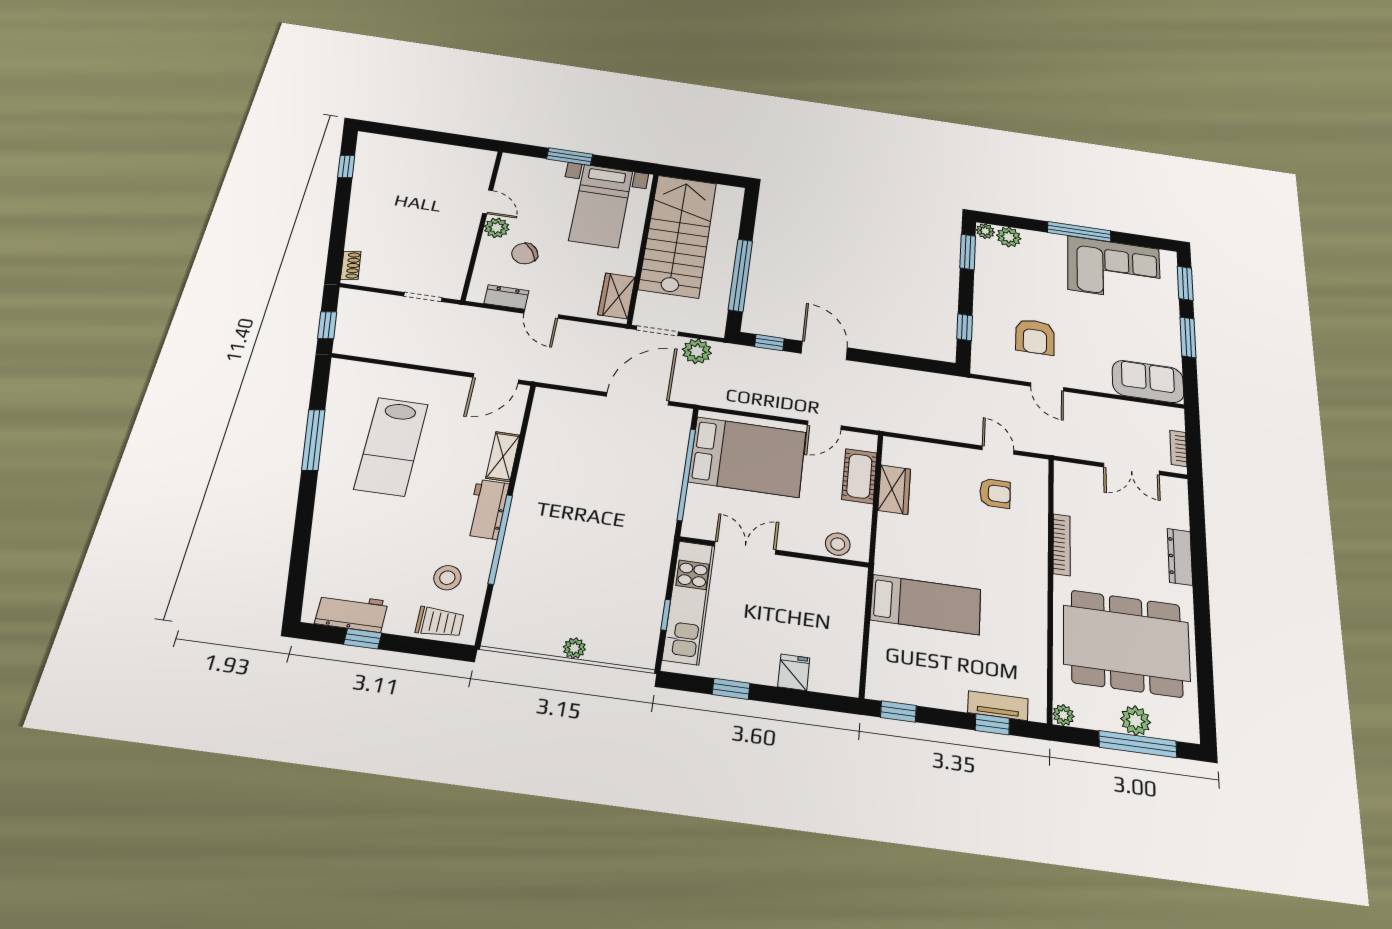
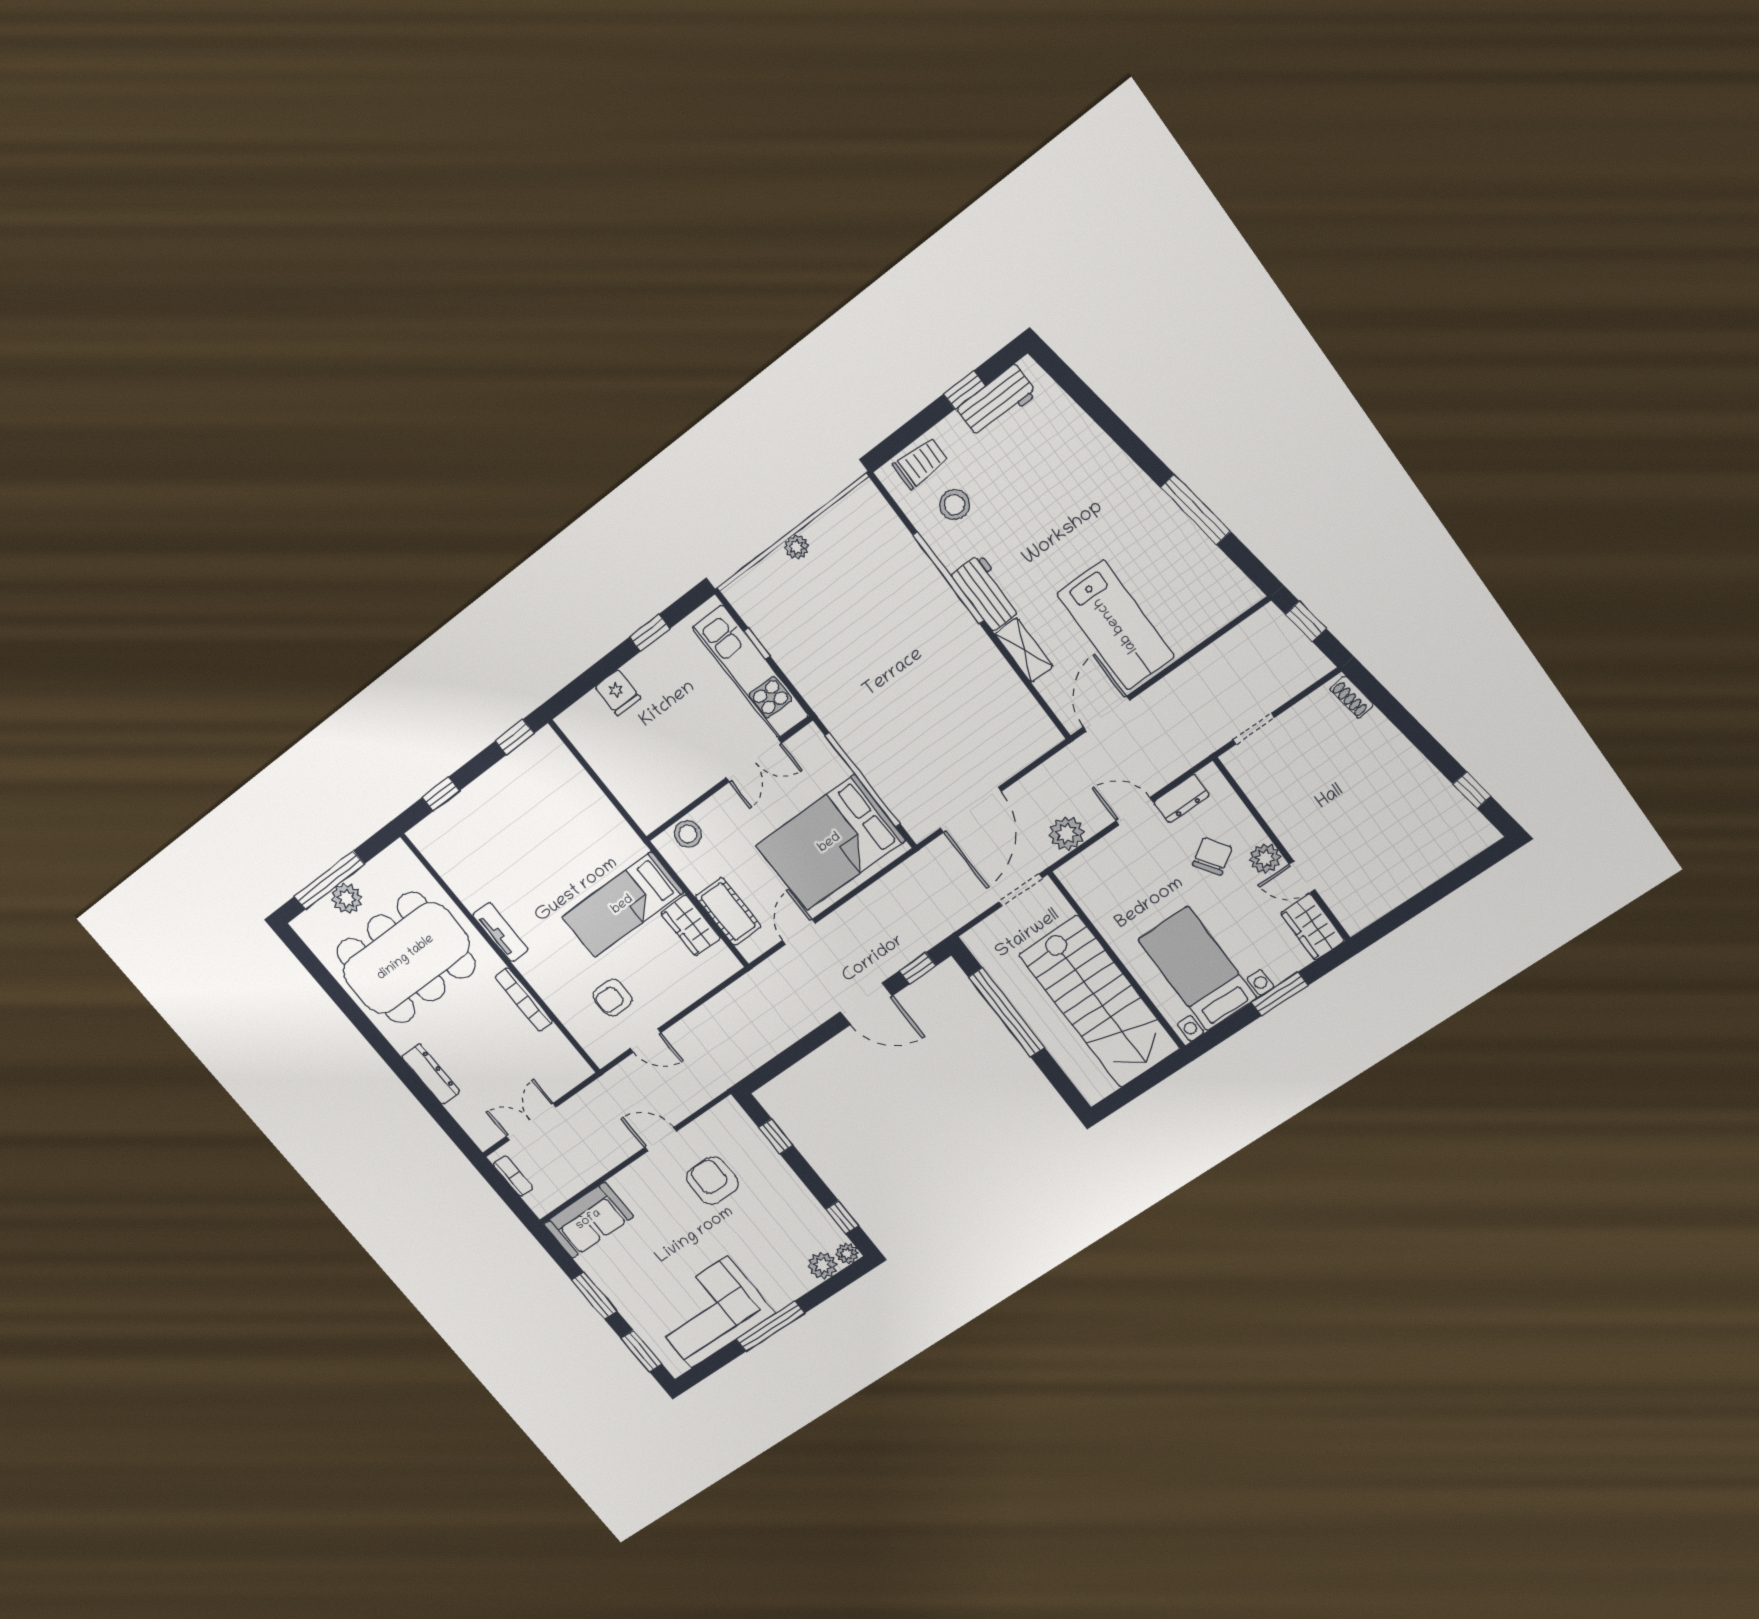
window: (968, 252) -> (842, 1217), width x0.67
wardrobe: (617, 296) -> (1313, 927), moved, turned 180
plant: (697, 351) -> (1067, 833), moved
lab bench: (391, 446) -> (1116, 625), moved, turned 180
bed: (926, 605) -> (623, 905), moved
trolley: (439, 622) -> (920, 463), turned 180
tv unit: (998, 706) -> (500, 932), moved, turned -90
plant: (1063, 715) -> (399, 852), removed

